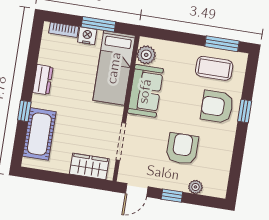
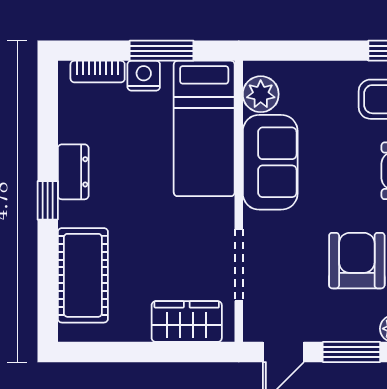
window: (24, 111) -> (48, 200), moved
window: (172, 196) -> (351, 352), width x1.50

